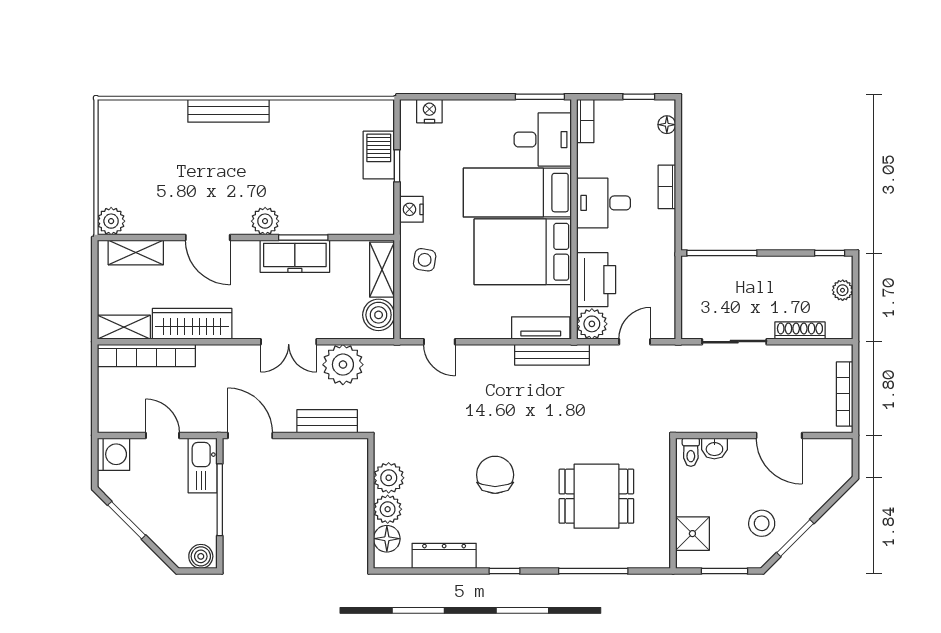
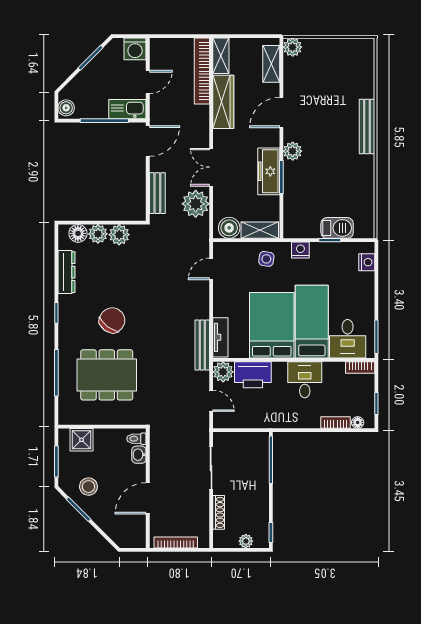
bookcase: (667, 187) -> (335, 423), moved
chair: (495, 475) -> (112, 320), moved, turned -53
dining table: (596, 496) -> (107, 375), width x1.38

